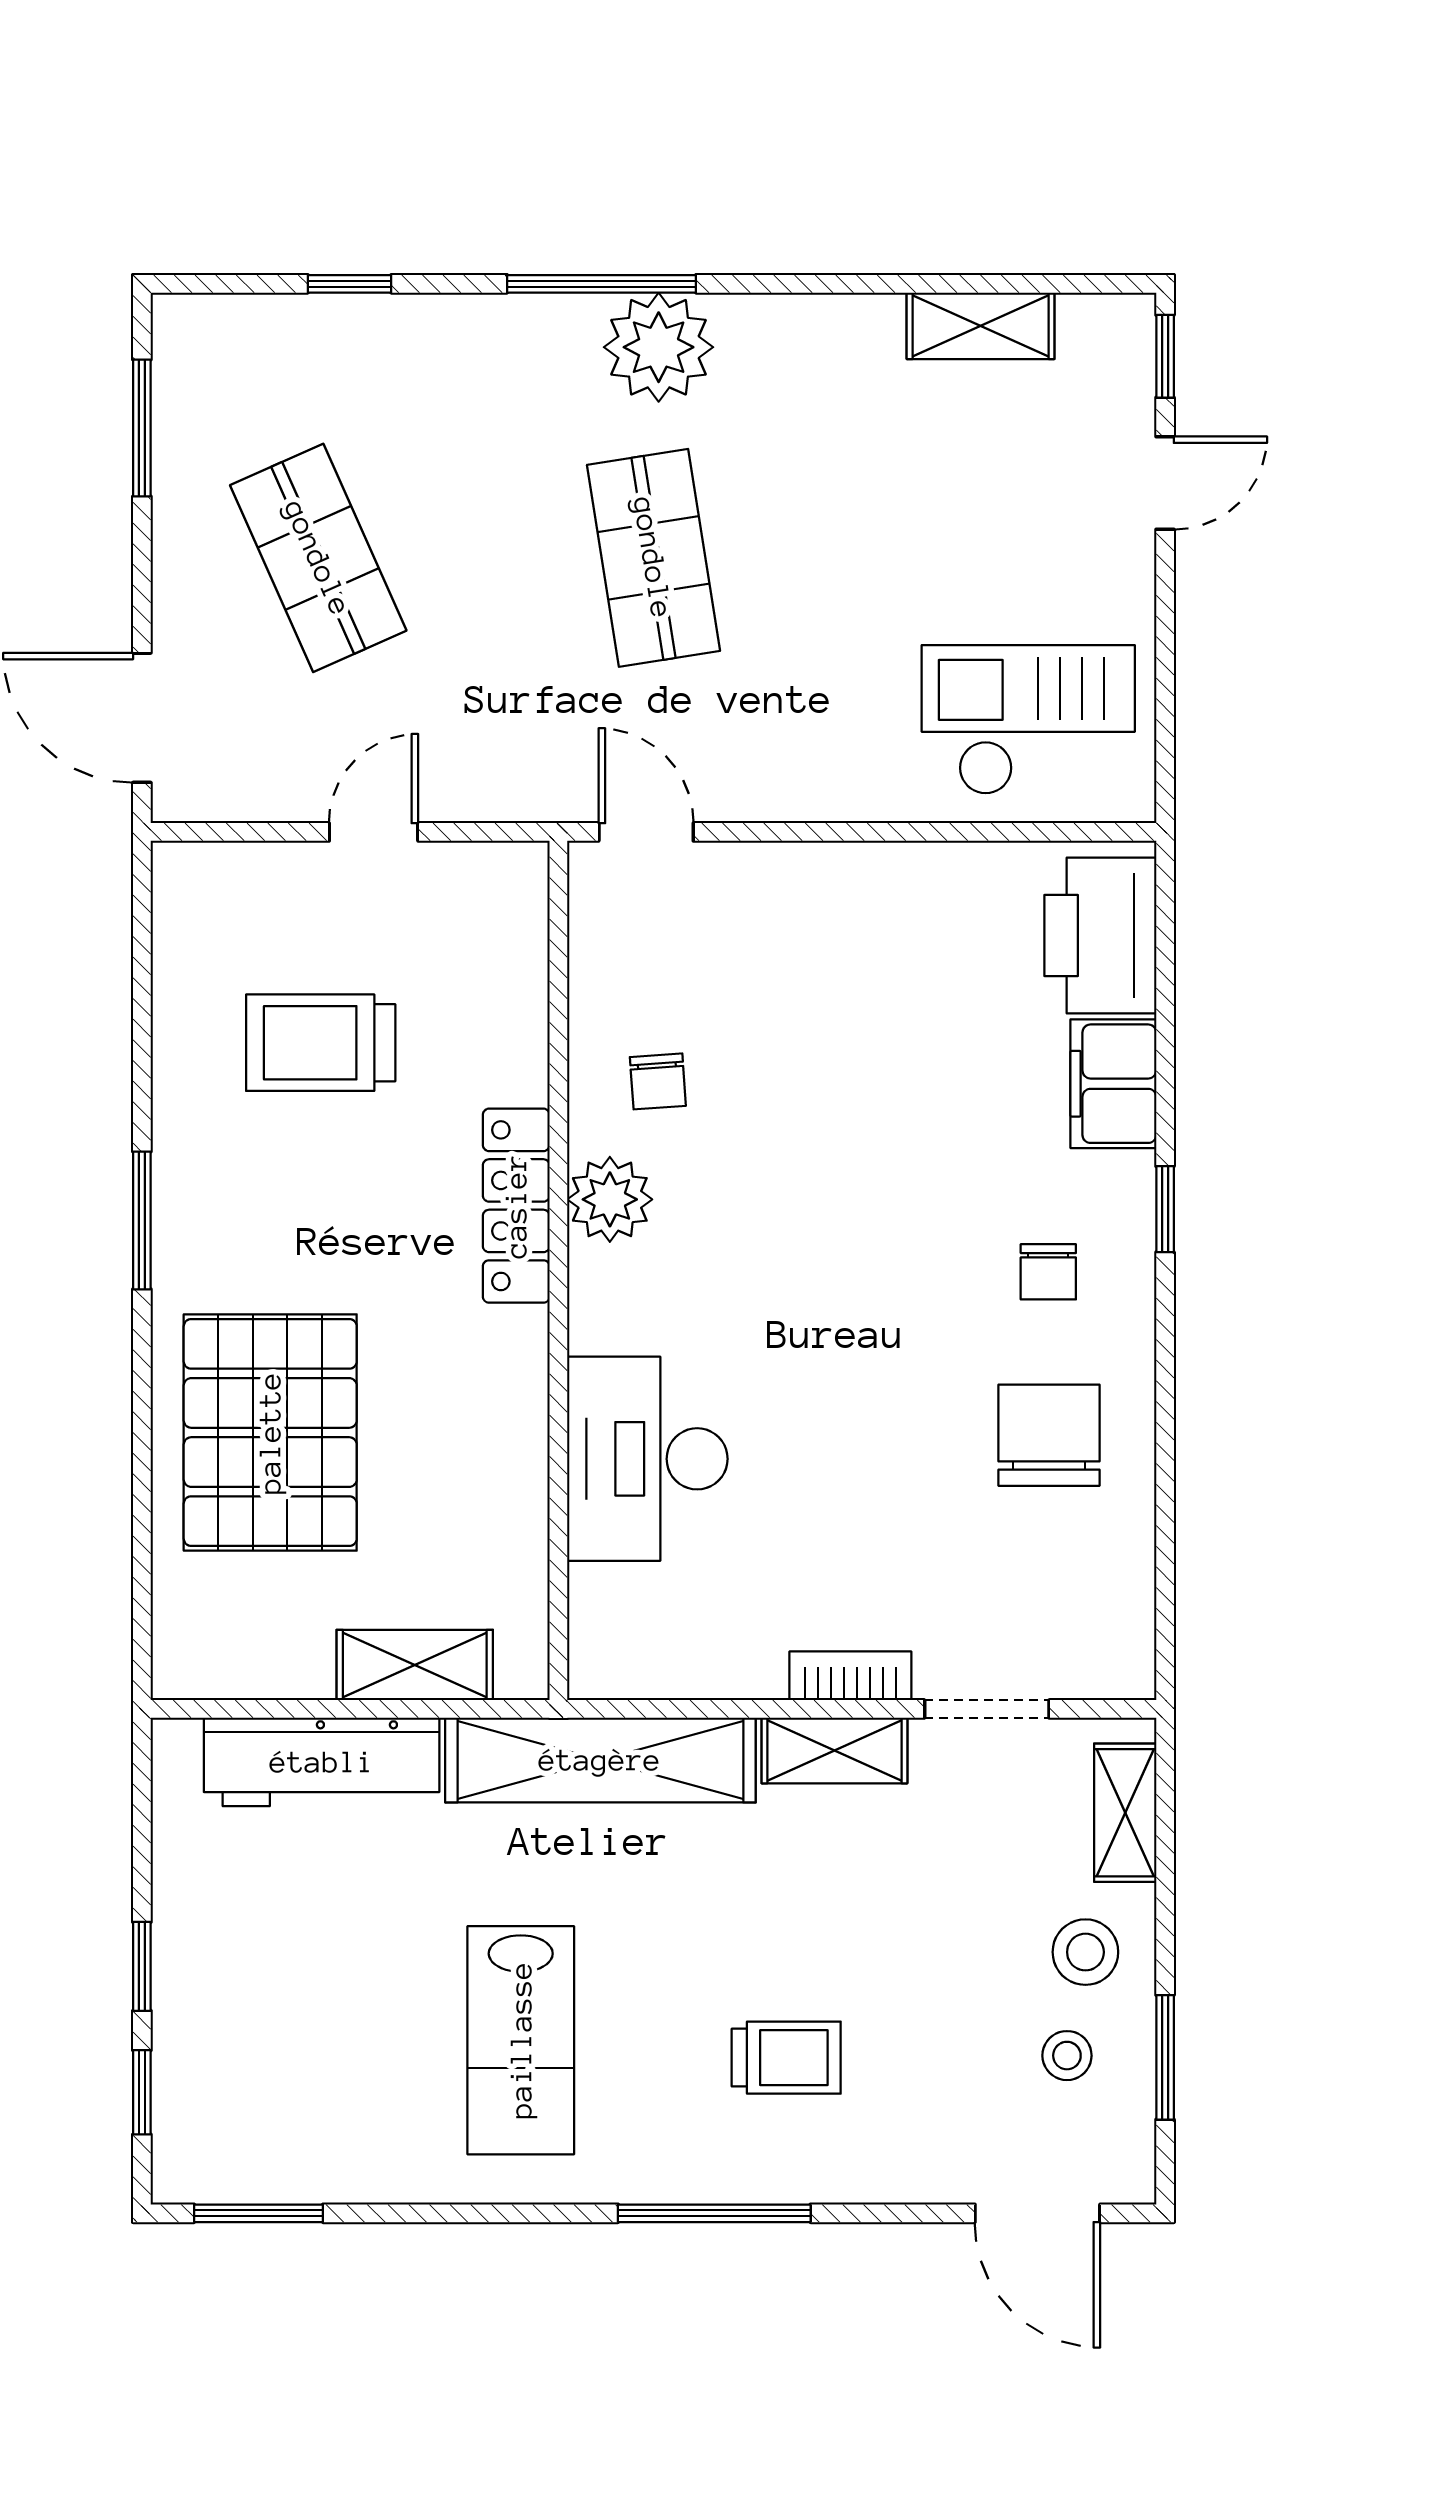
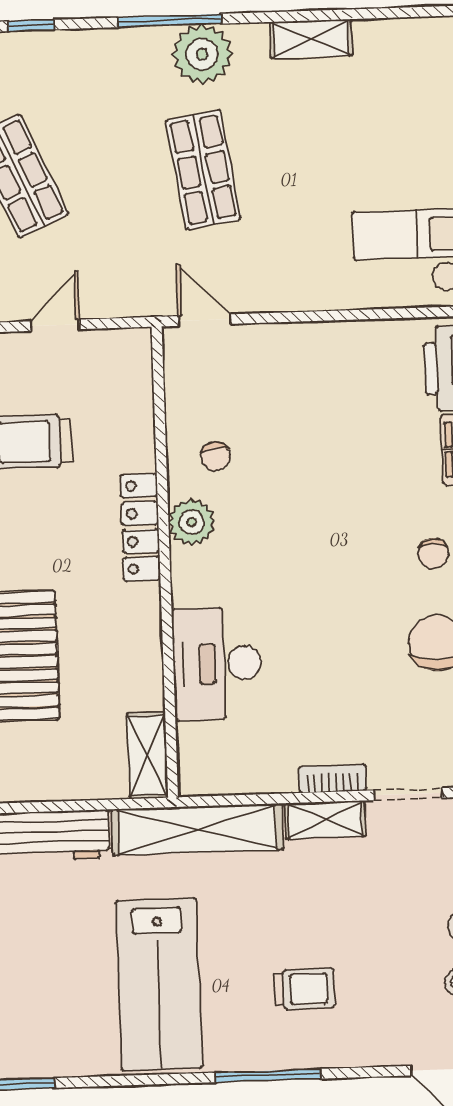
shelving: (981, 326) -> (311, 39), moved
shelving: (415, 1665) -> (147, 755), moved, turned 90
lab bench: (521, 2040) -> (159, 984), width x1.36, depth x1.39

